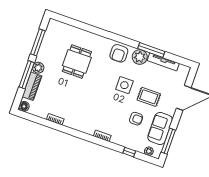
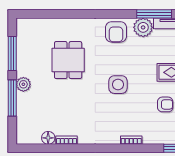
side table: (124, 85) -> (118, 85), moved
piano: (32, 86) -> (24, 110), removed
floor lamp: (24, 106) -> (48, 138), moved

